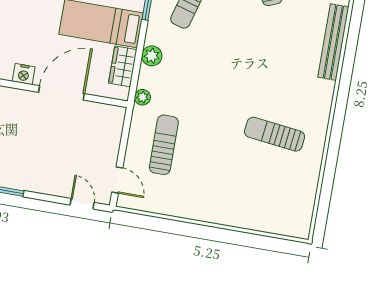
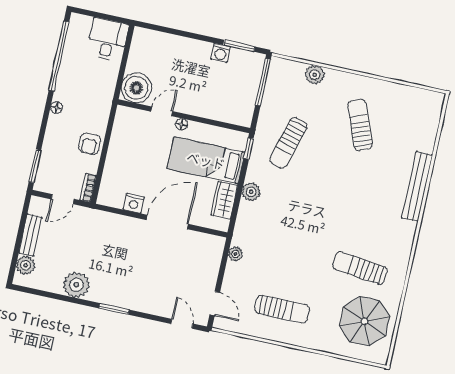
plant: (142, 97) -> (236, 254), moved
sun lounger: (164, 145) -> (282, 309), moved, turned 90
parasol: (282, 192) -> (364, 321), added

